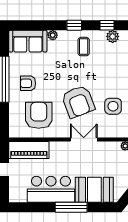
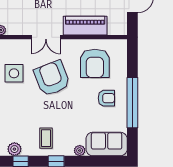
piano: (29, 150) -> (85, 26), moved

